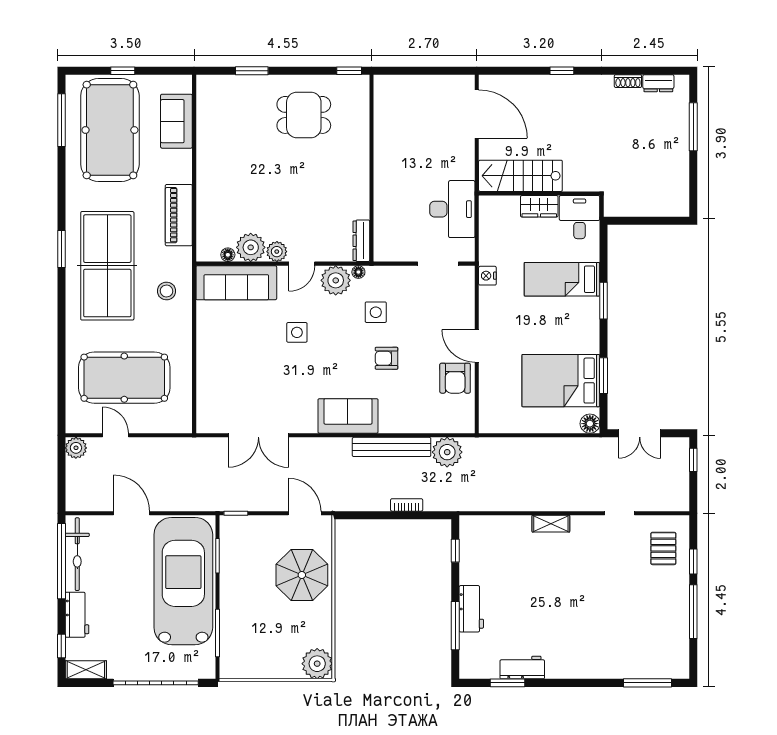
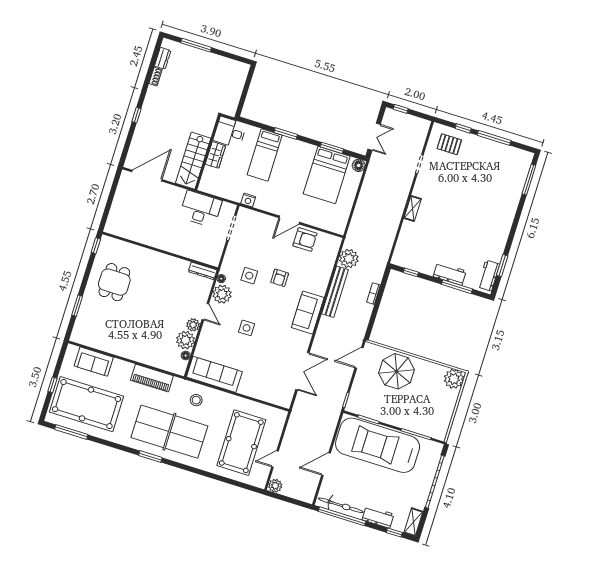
sofa: (236, 283) -> (214, 374), moved, turned -90
workbench: (522, 668) -> (489, 276), moved

